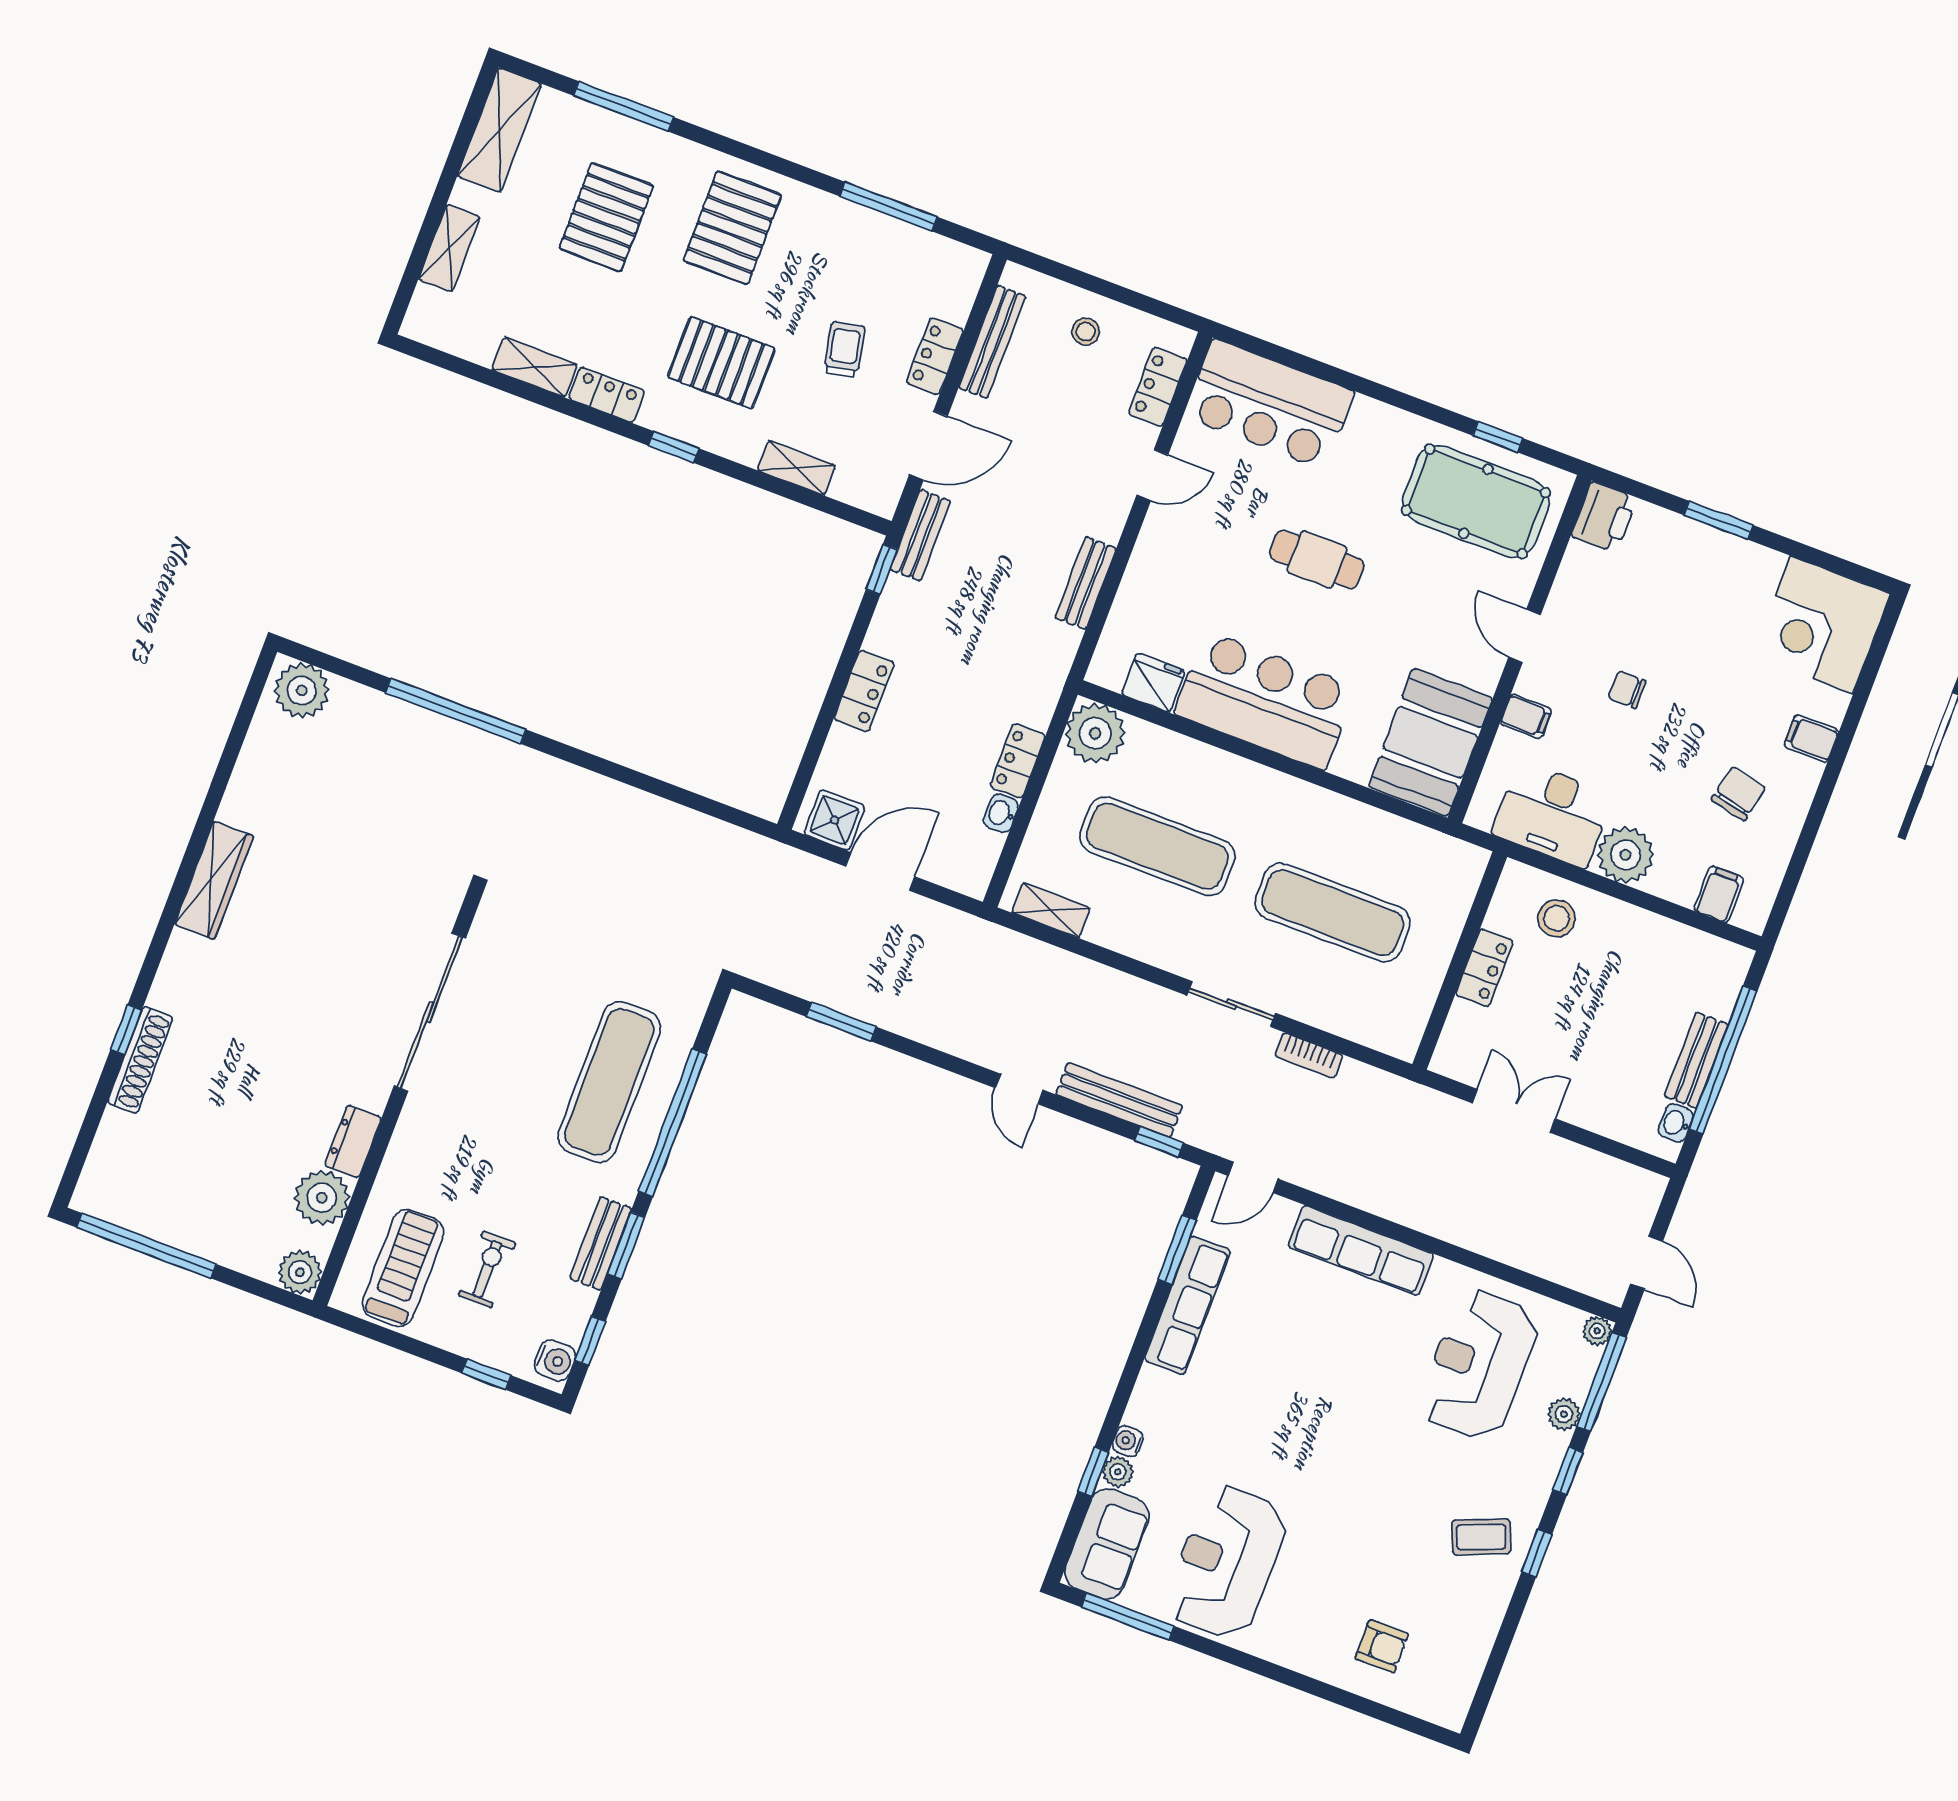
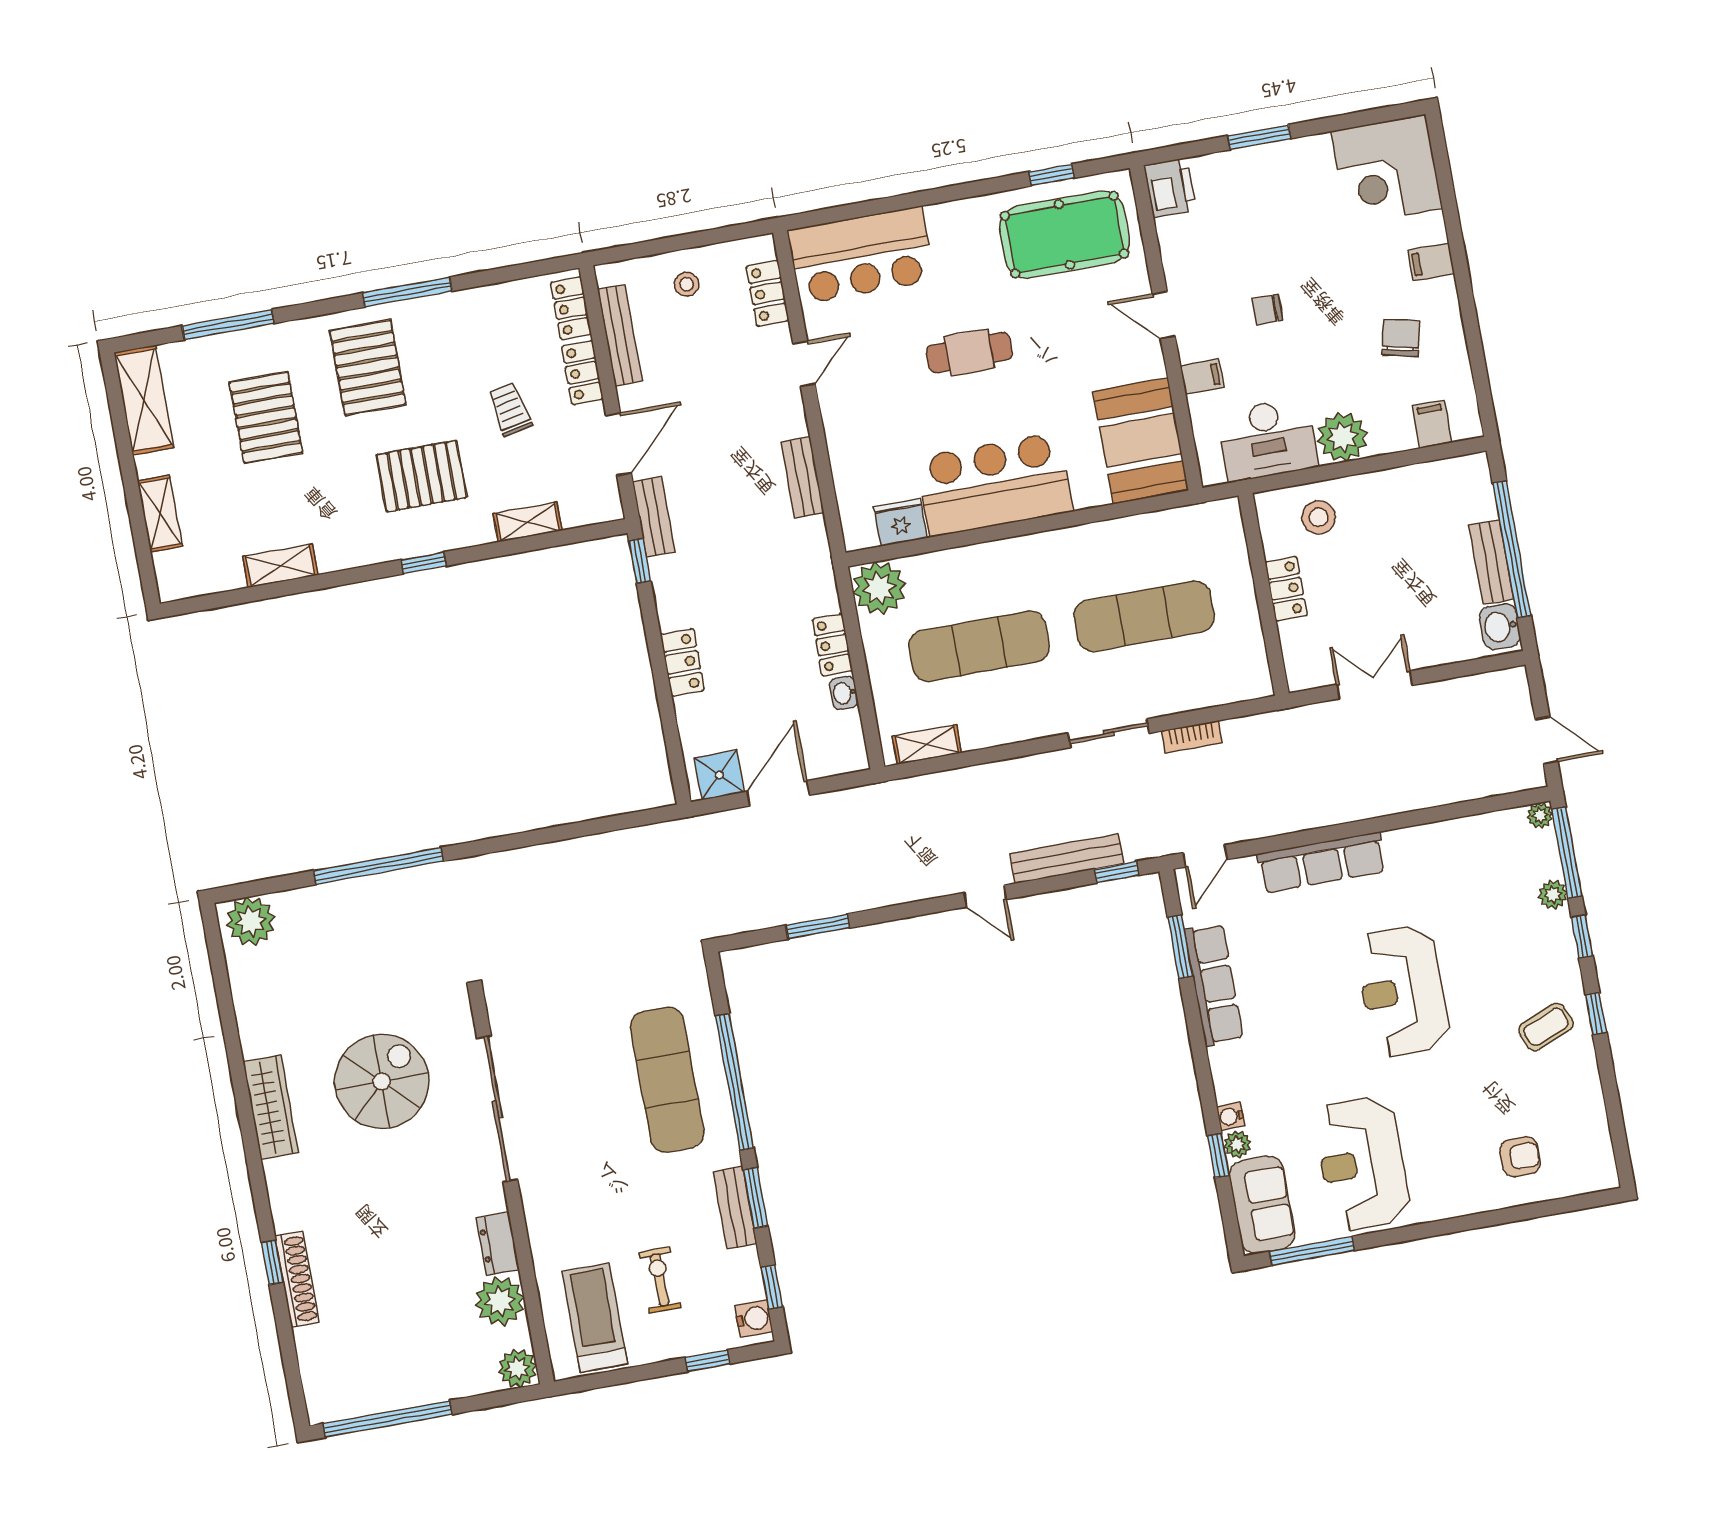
window: (889, 207) -> (407, 292), moved
locker: (607, 395) -> (571, 308), moved, turned -90
spiral stairs: (335, 919) -> (382, 1081), added
washbasin: (1676, 1123) -> (1500, 627), width x1.38, depth x1.45
reception desk: (1478, 1364) -> (1403, 991), moved

